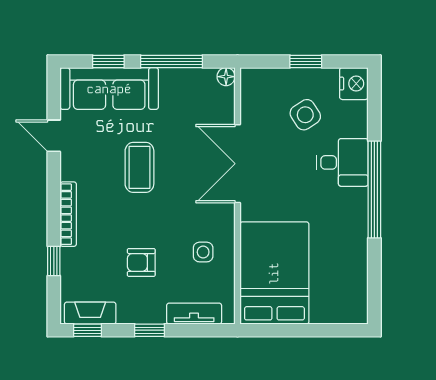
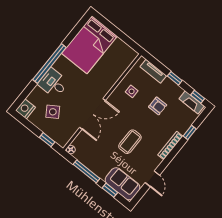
window: (306, 61) -> (47, 140), moved
sofa: (109, 89) -> (123, 184), width x0.73
bed: (274, 273) -> (89, 45), moved

